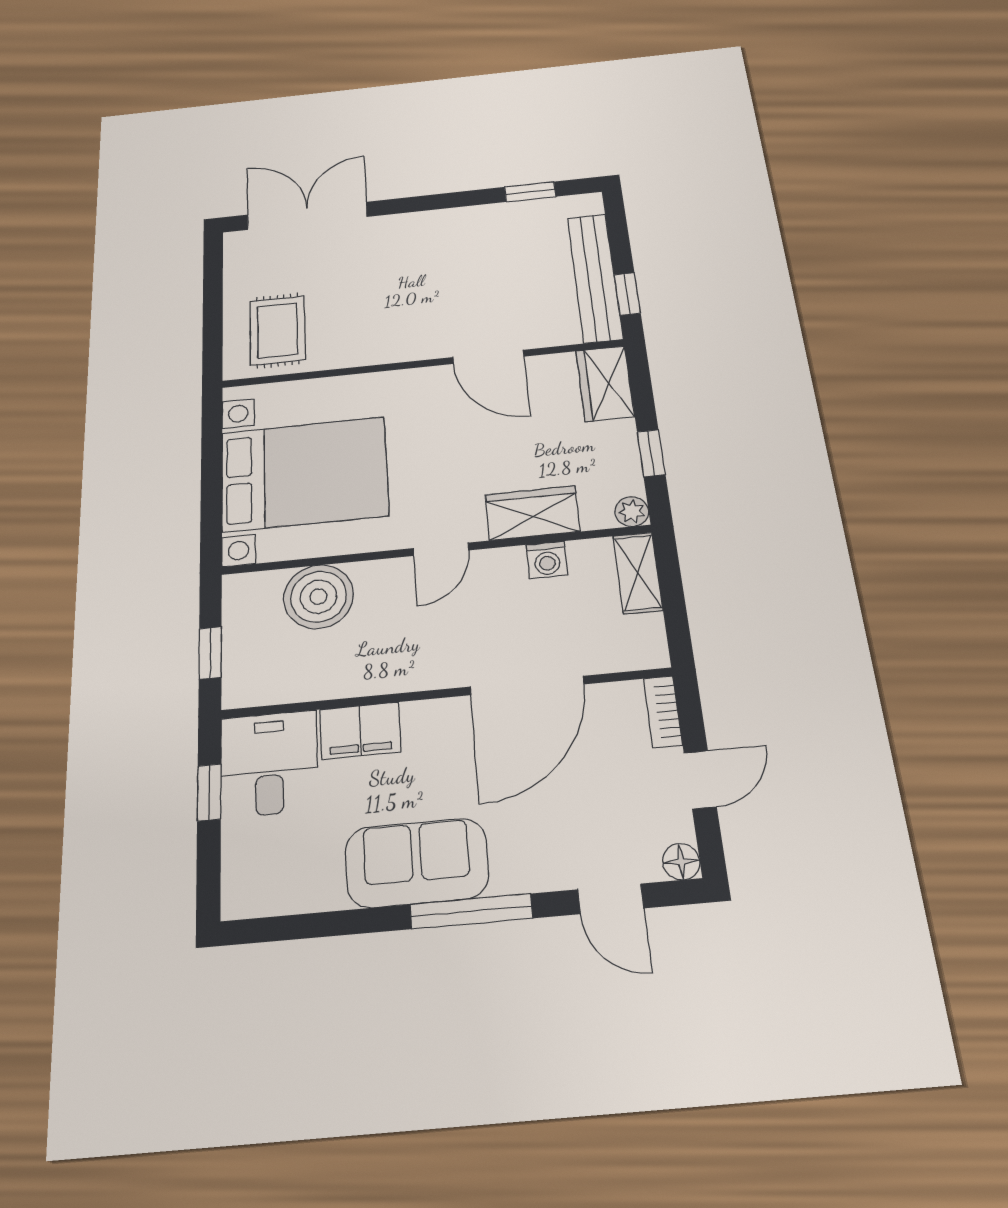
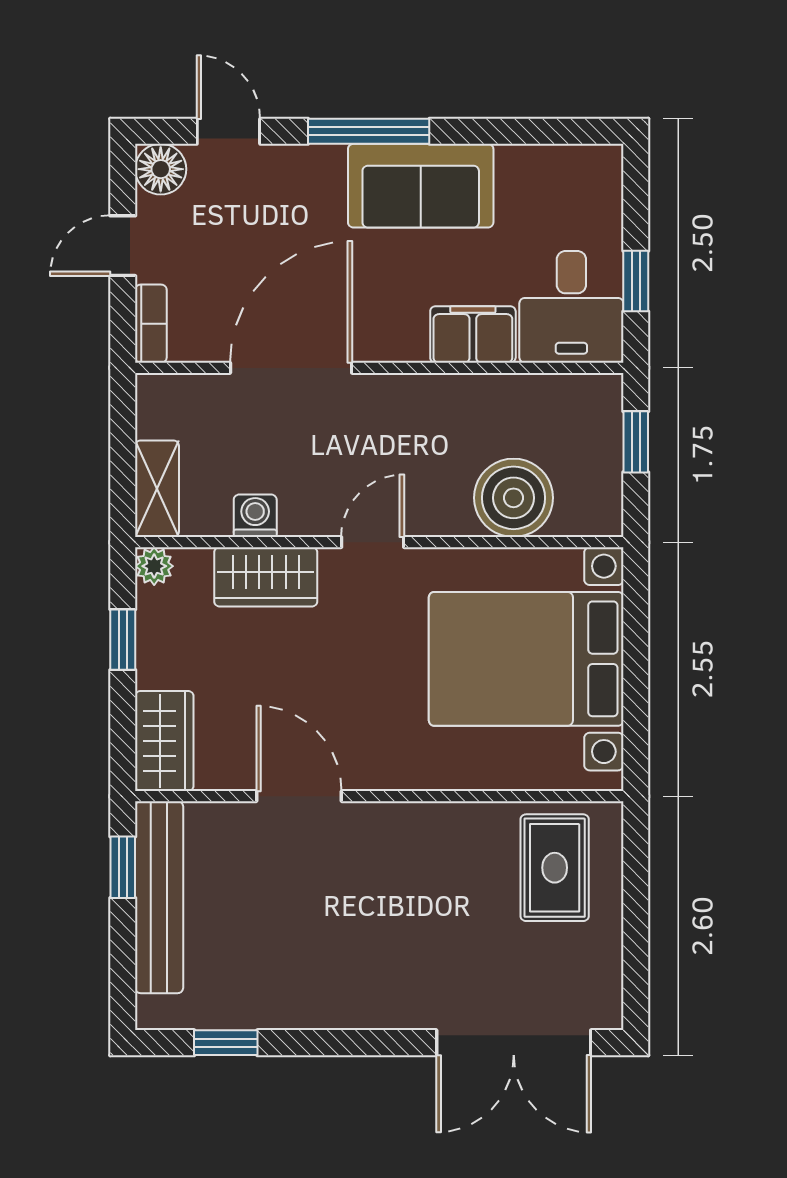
floor lamp: (681, 862) -> (161, 169), width x1.37, depth x1.37

